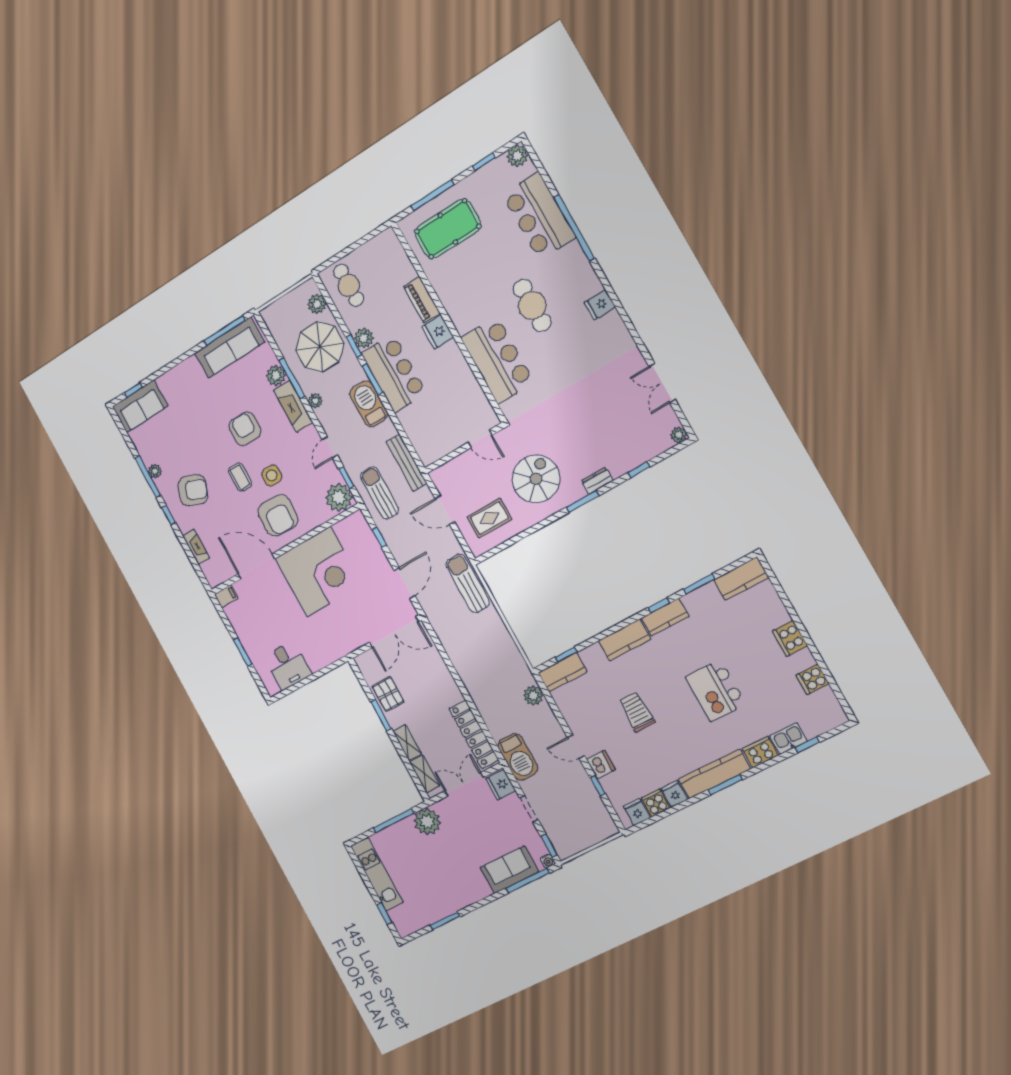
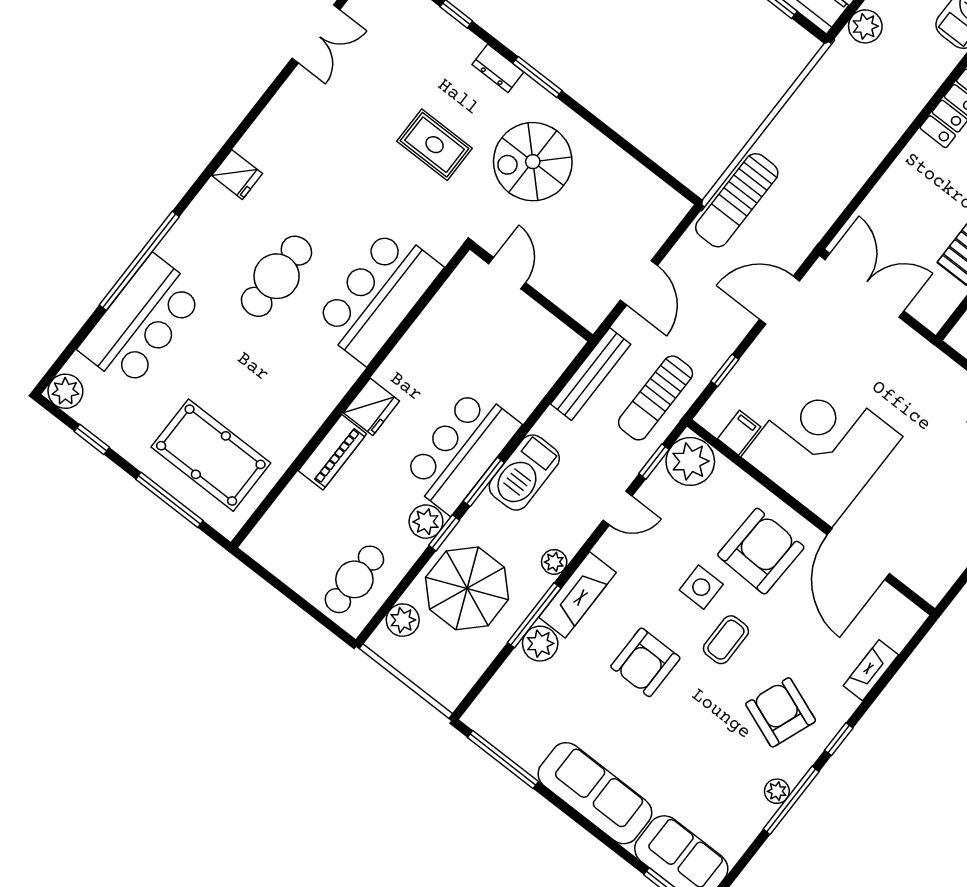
sofa: (230, 348) -> (595, 793), moved
rug: (489, 518) -> (435, 145), moved
filing cabinet: (226, 596) -> (739, 433), moved, turned 90

